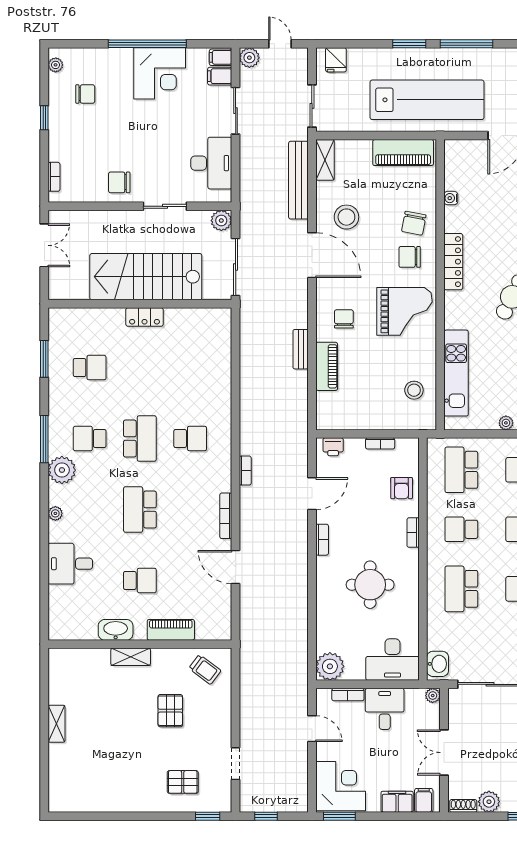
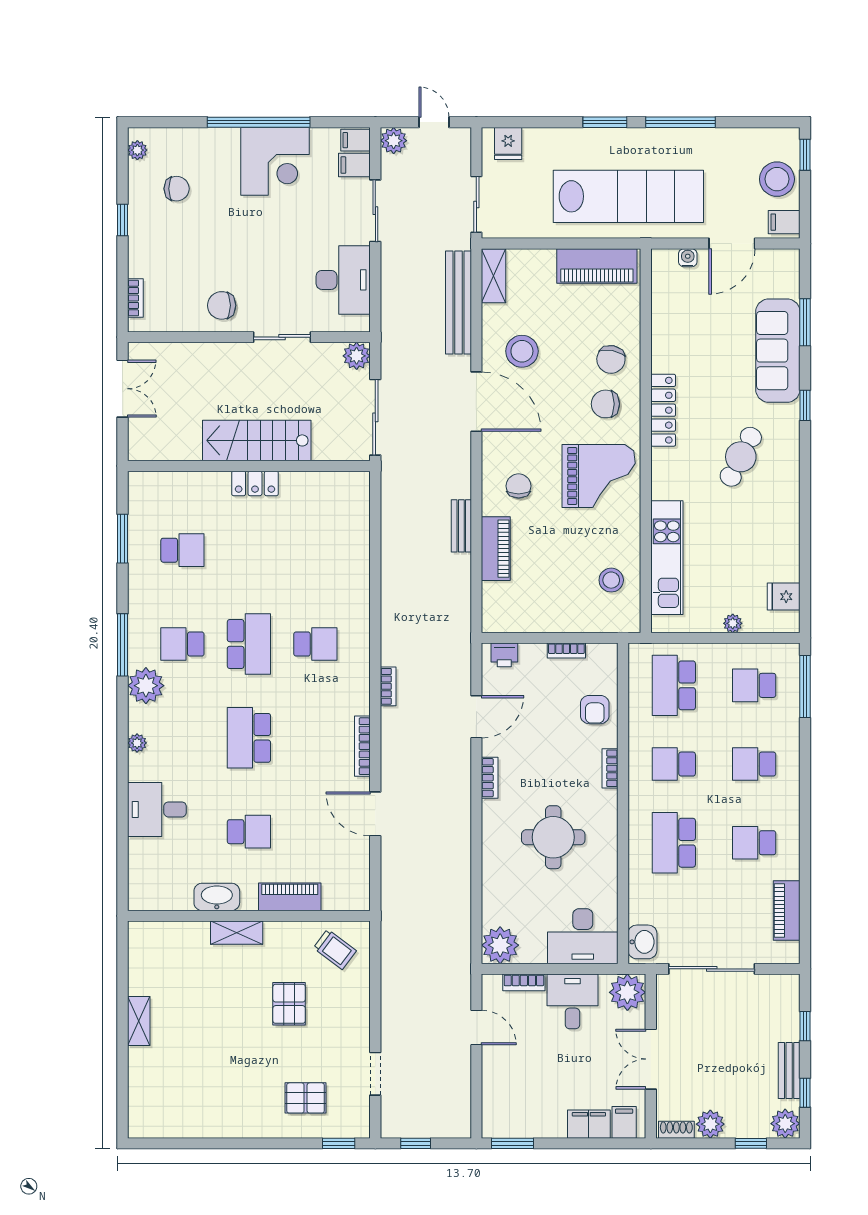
water cooler: (451, 198) -> (688, 258), moved, turned 90
stairs: (146, 277) -> (257, 440), width x0.73, depth x0.66
plant: (433, 696) -> (627, 992), width x1.88, depth x1.88
corner desk: (341, 786) -> (514, 1104), removed

